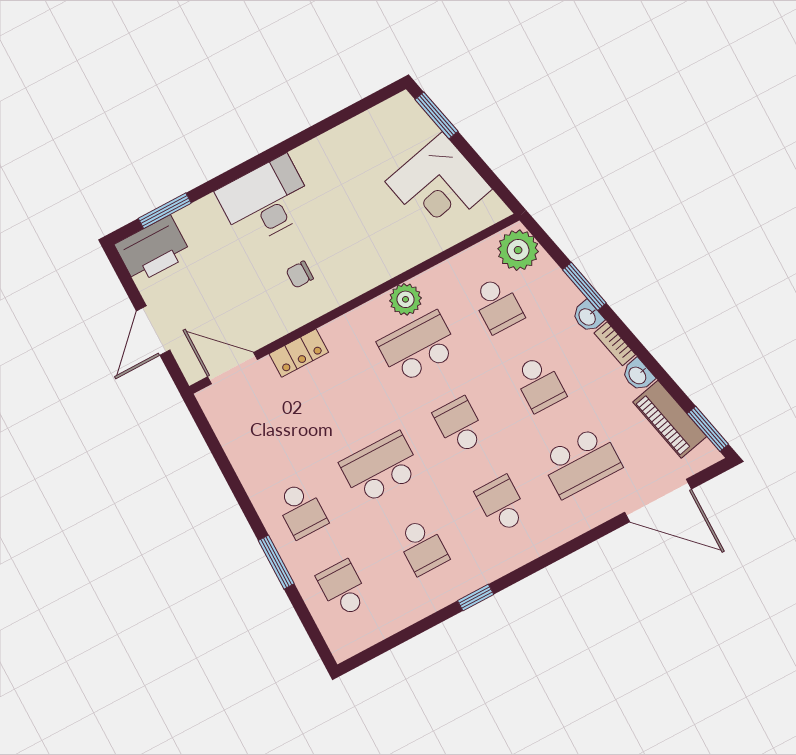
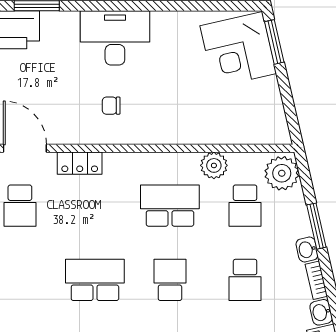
corner desk: (439, 185) -> (238, 50), moved
plant: (405, 299) -> (214, 165), moved
school desk: (301, 510) -> (20, 206), moved

